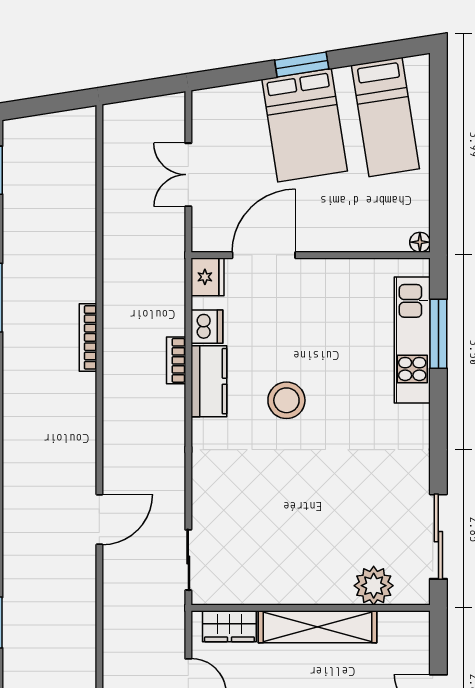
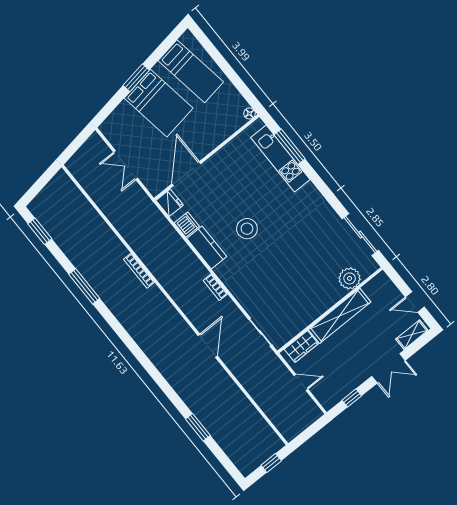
bookcase: (176, 360) -> (215, 287), moved

